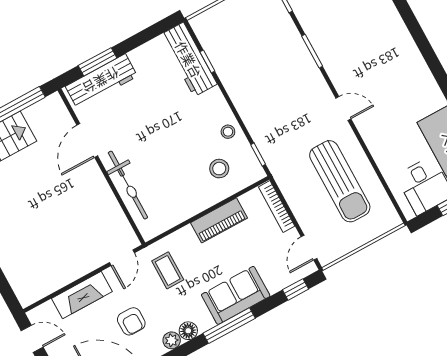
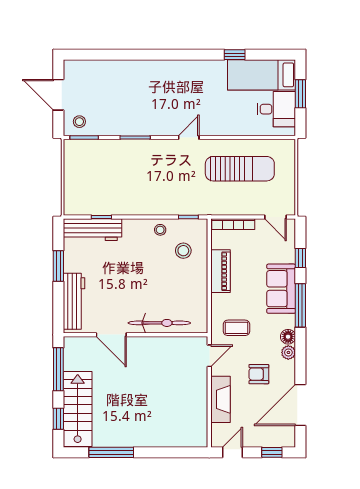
window: (97, 62) -> (58, 266), moved
door: (122, 258) -> (209, 356), hinge flipped
window: (295, 289) -> (300, 258), moved
armchair: (131, 321) -> (259, 374), turned 180

